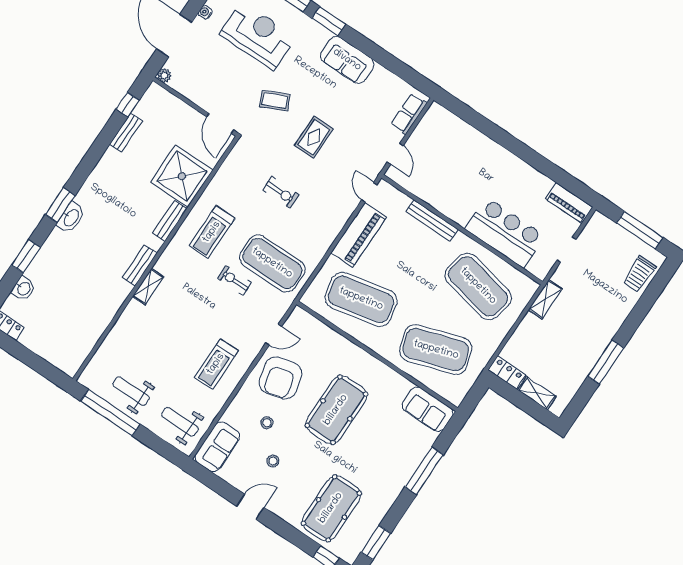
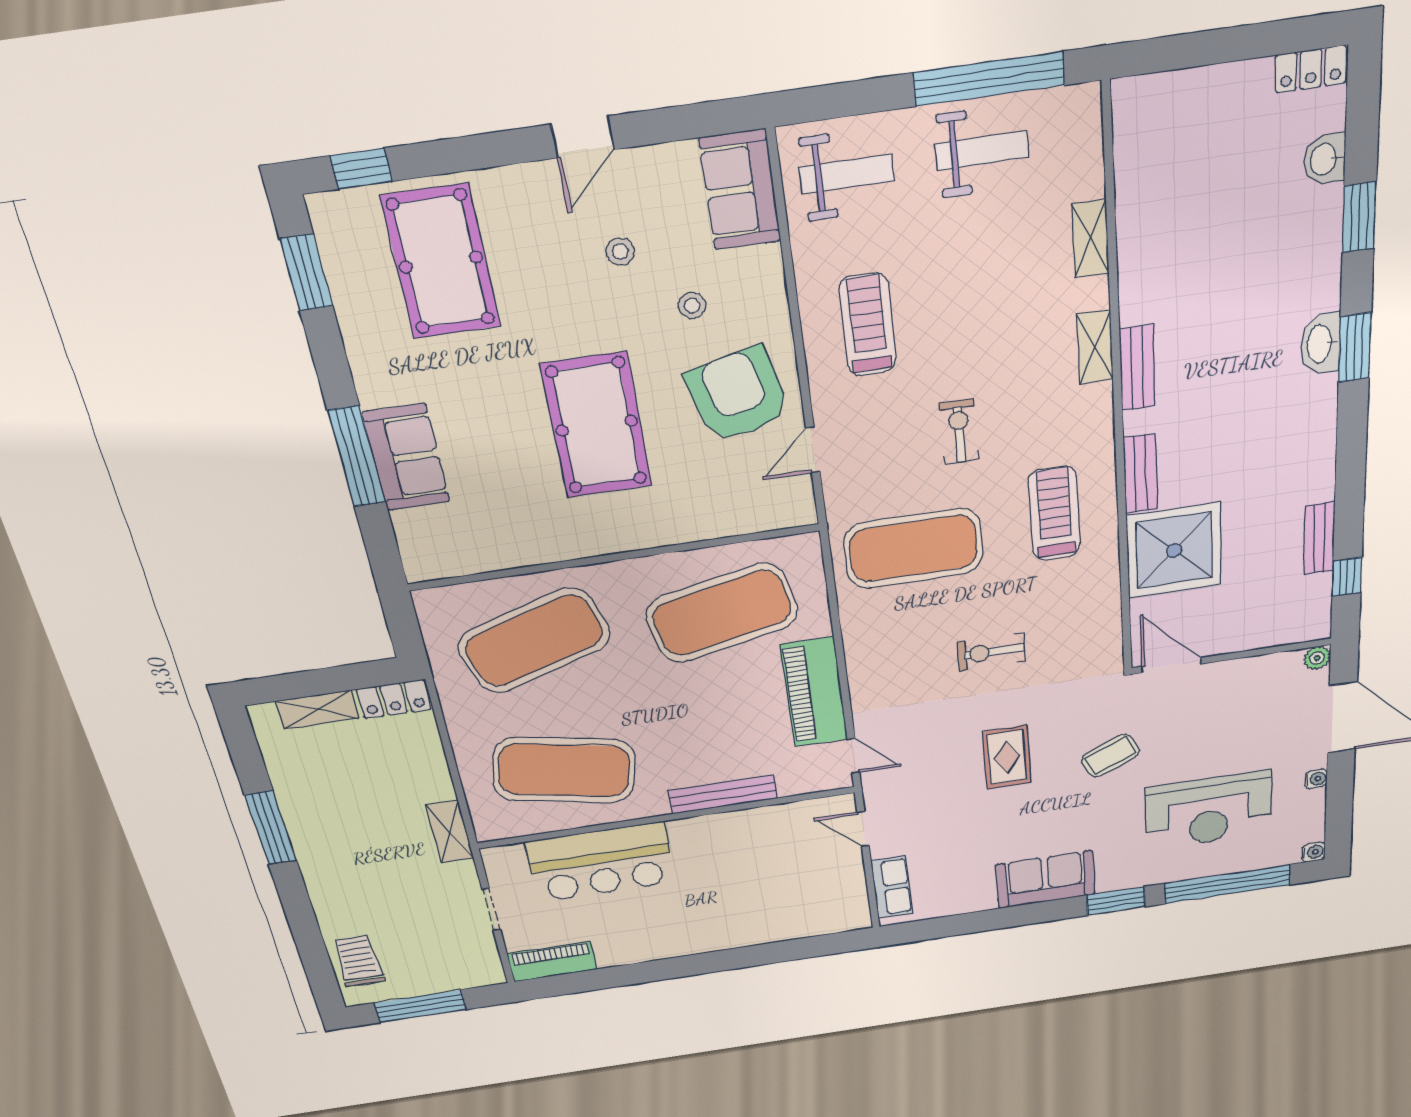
exercise bike: (234, 280) -> (959, 432), moved, turned -90
shelving: (120, 329) -> (1090, 239), added
sofa: (428, 409) -> (406, 457), moved, turned 90

